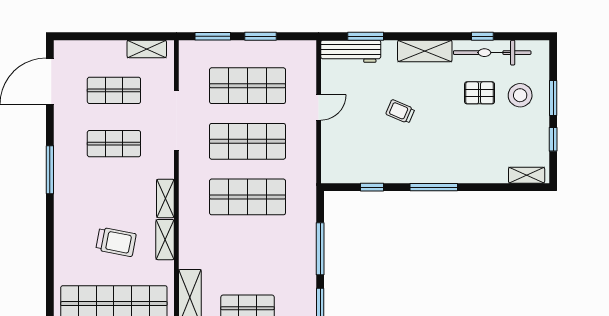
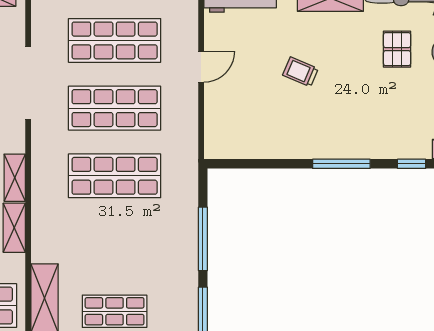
pallet: (480, 93) -> (397, 49), turned 90
window: (372, 187) -> (412, 164), moved

